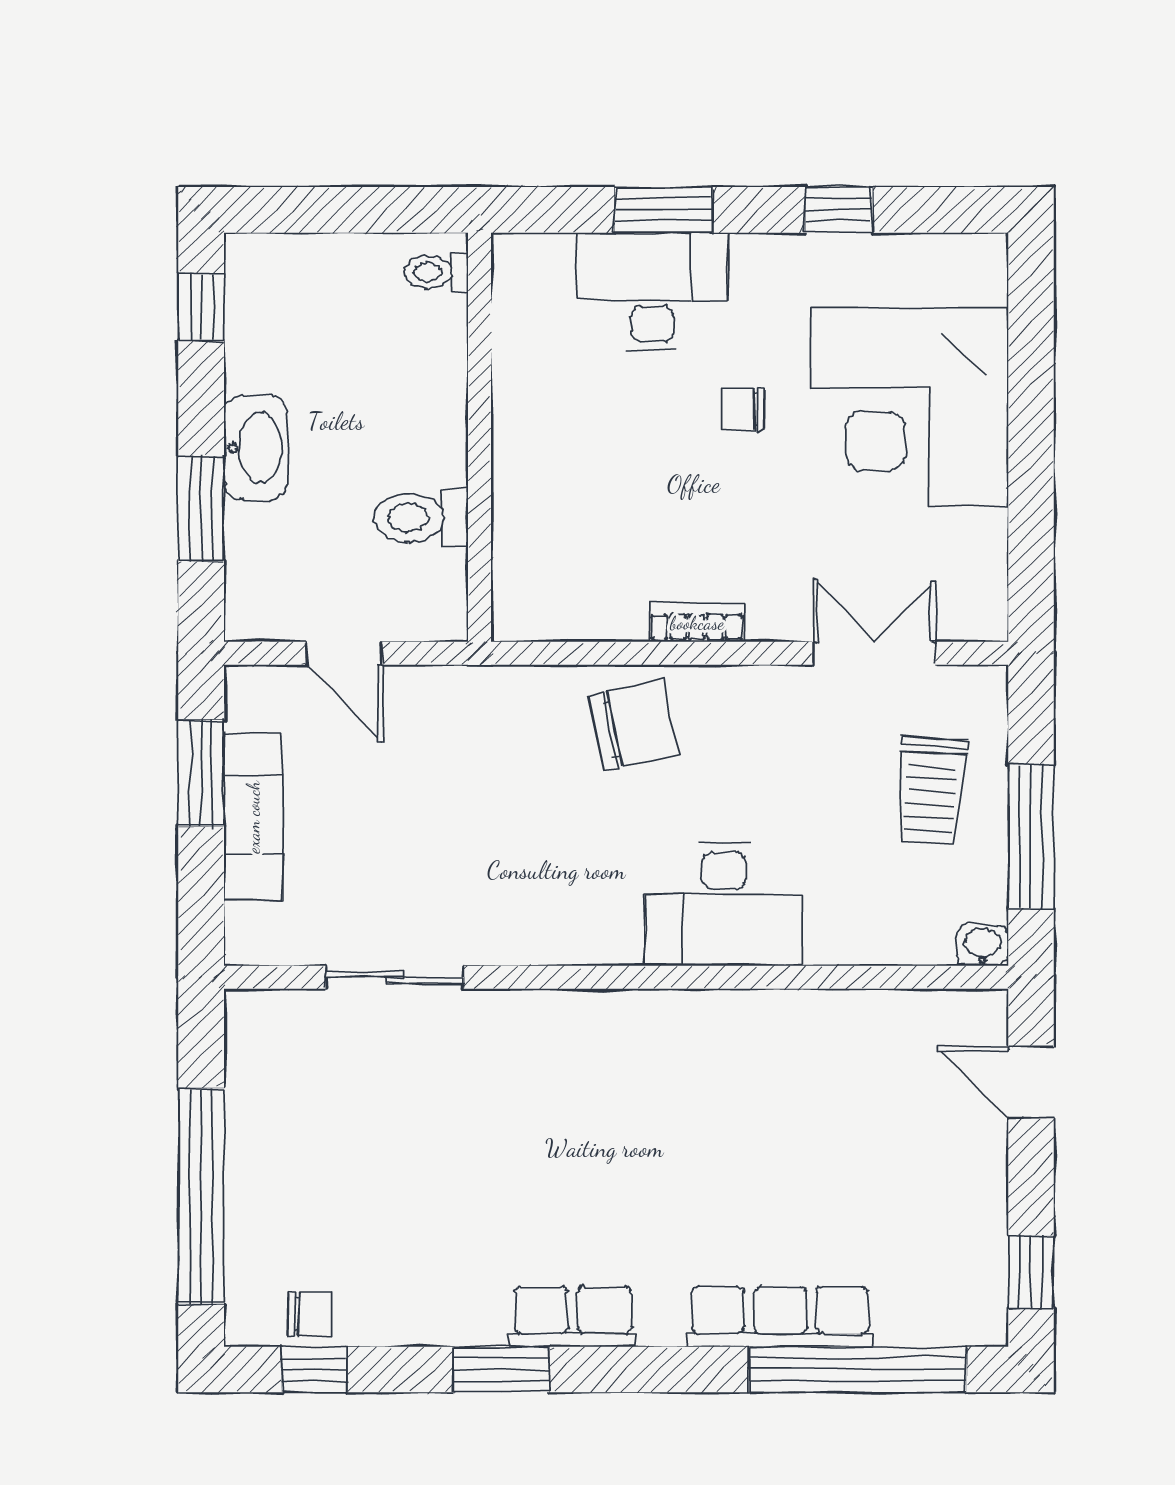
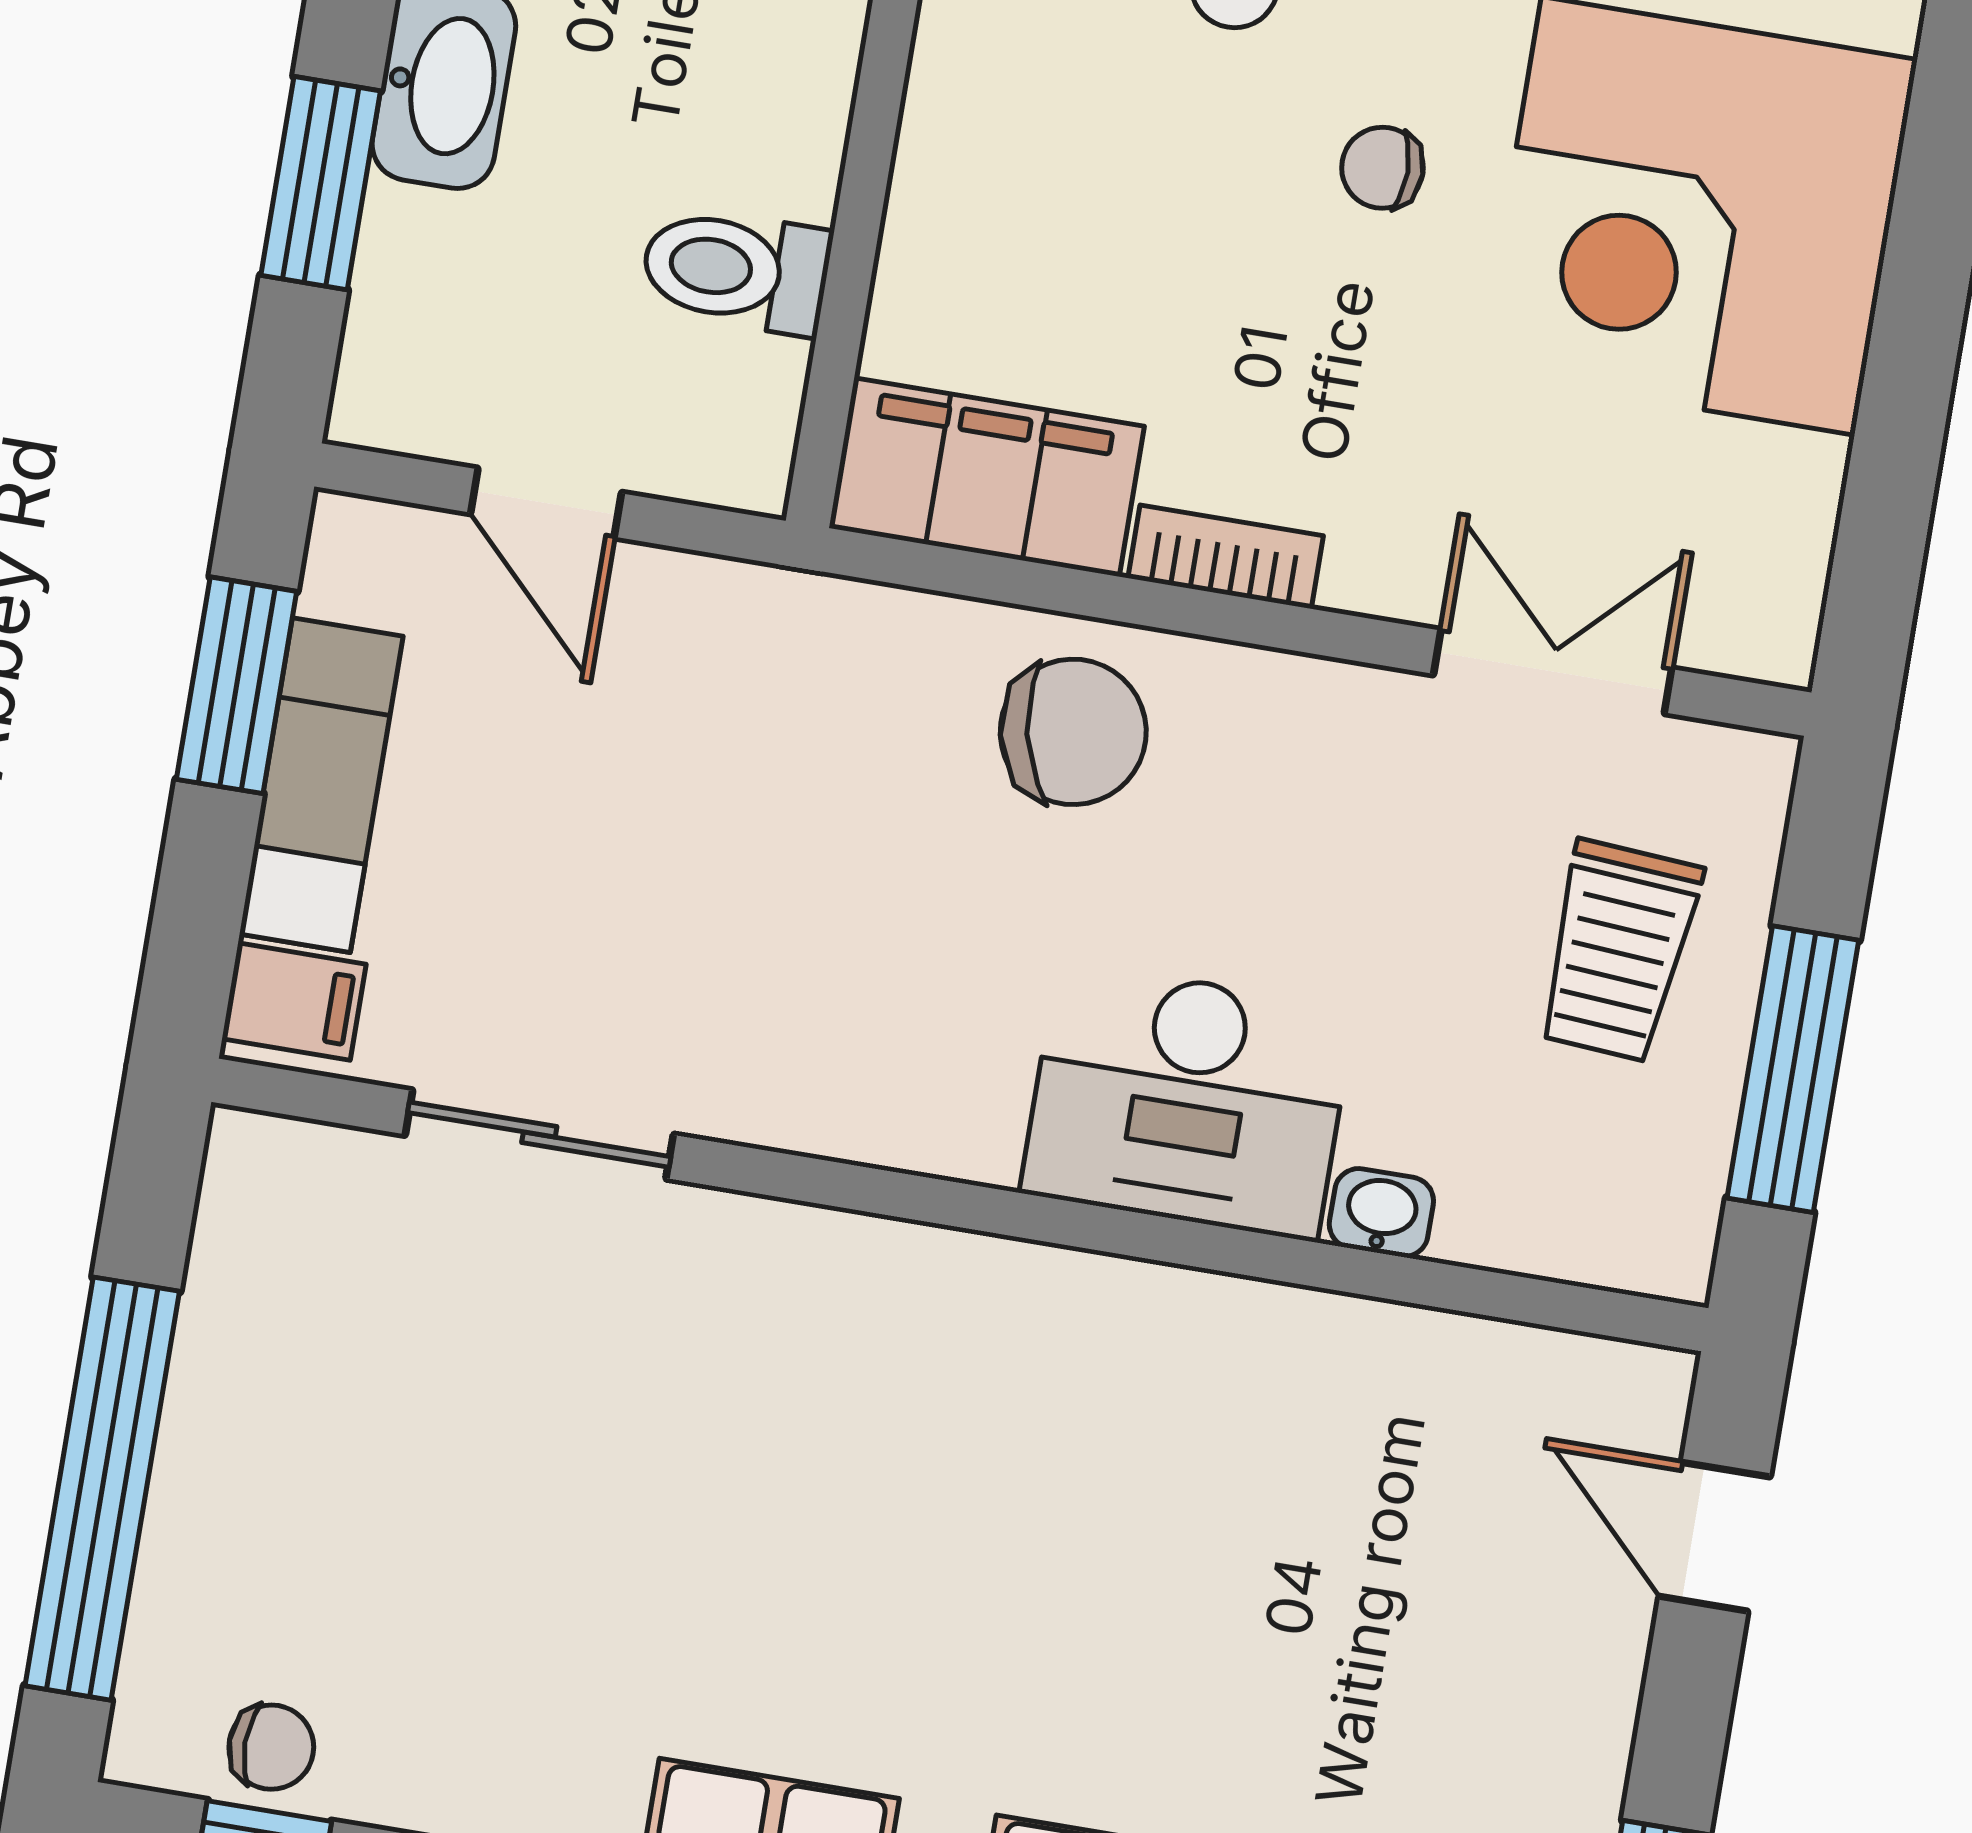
filing cabinet: (567, 602) -> (987, 477), added
filing cabinet: (258, 930) -> (294, 1002), added
washbasin: (982, 945) -> (1381, 1213), moved

